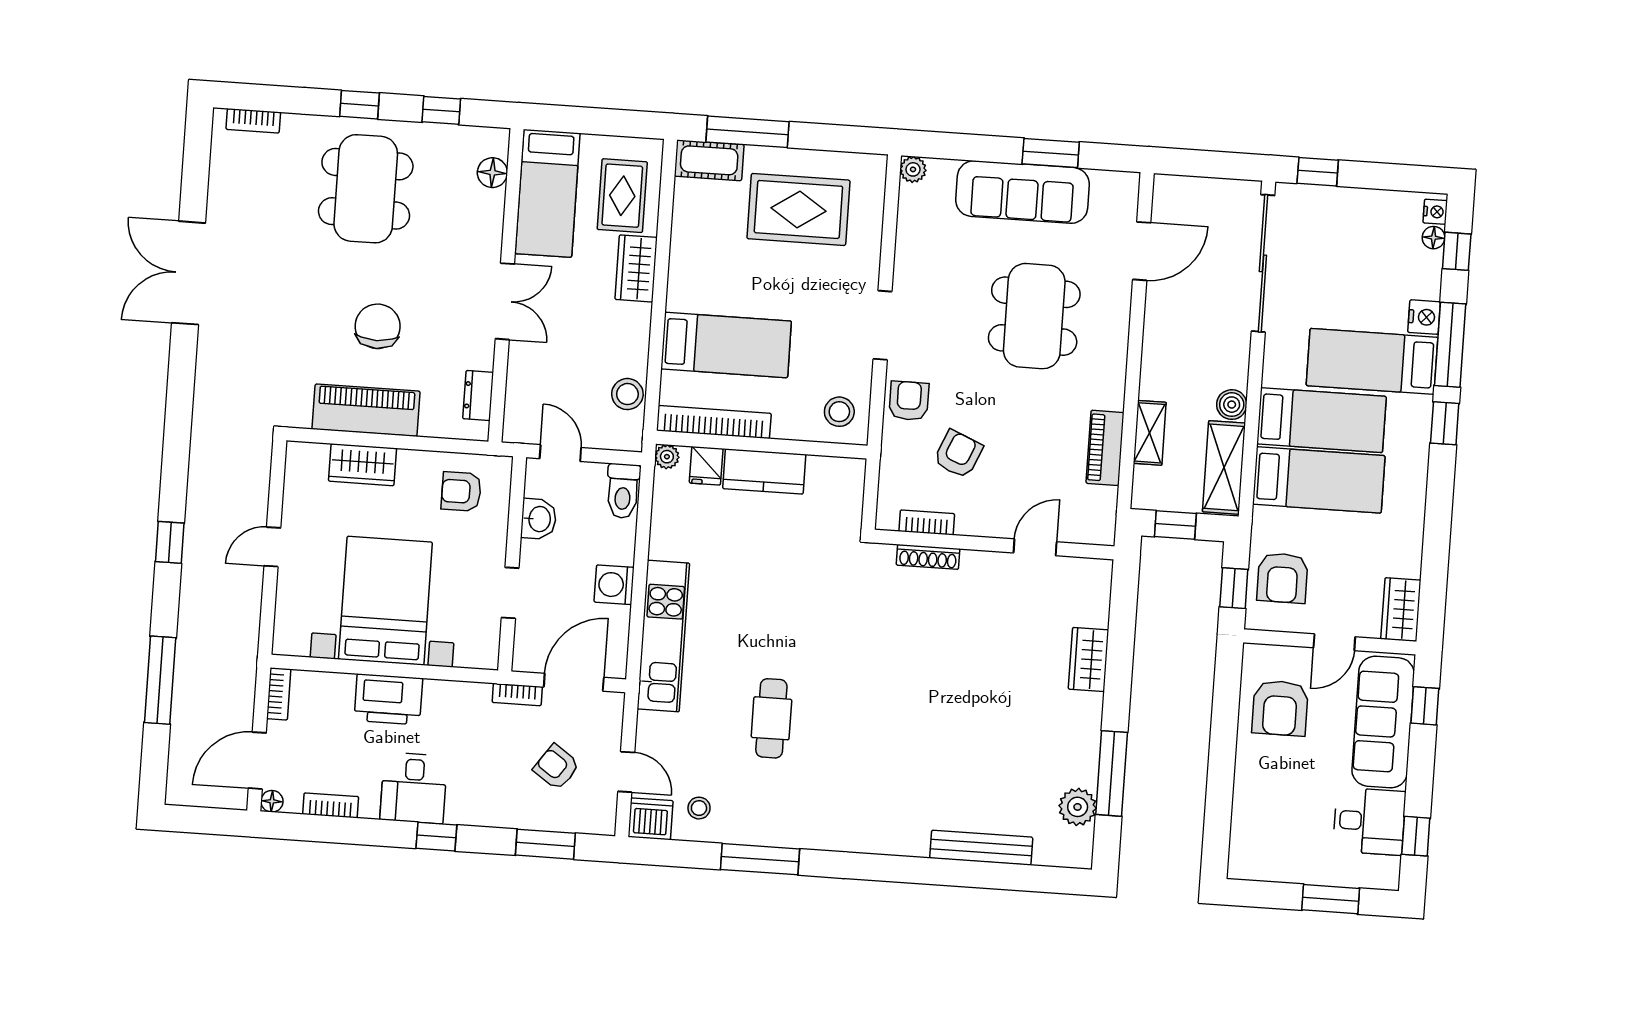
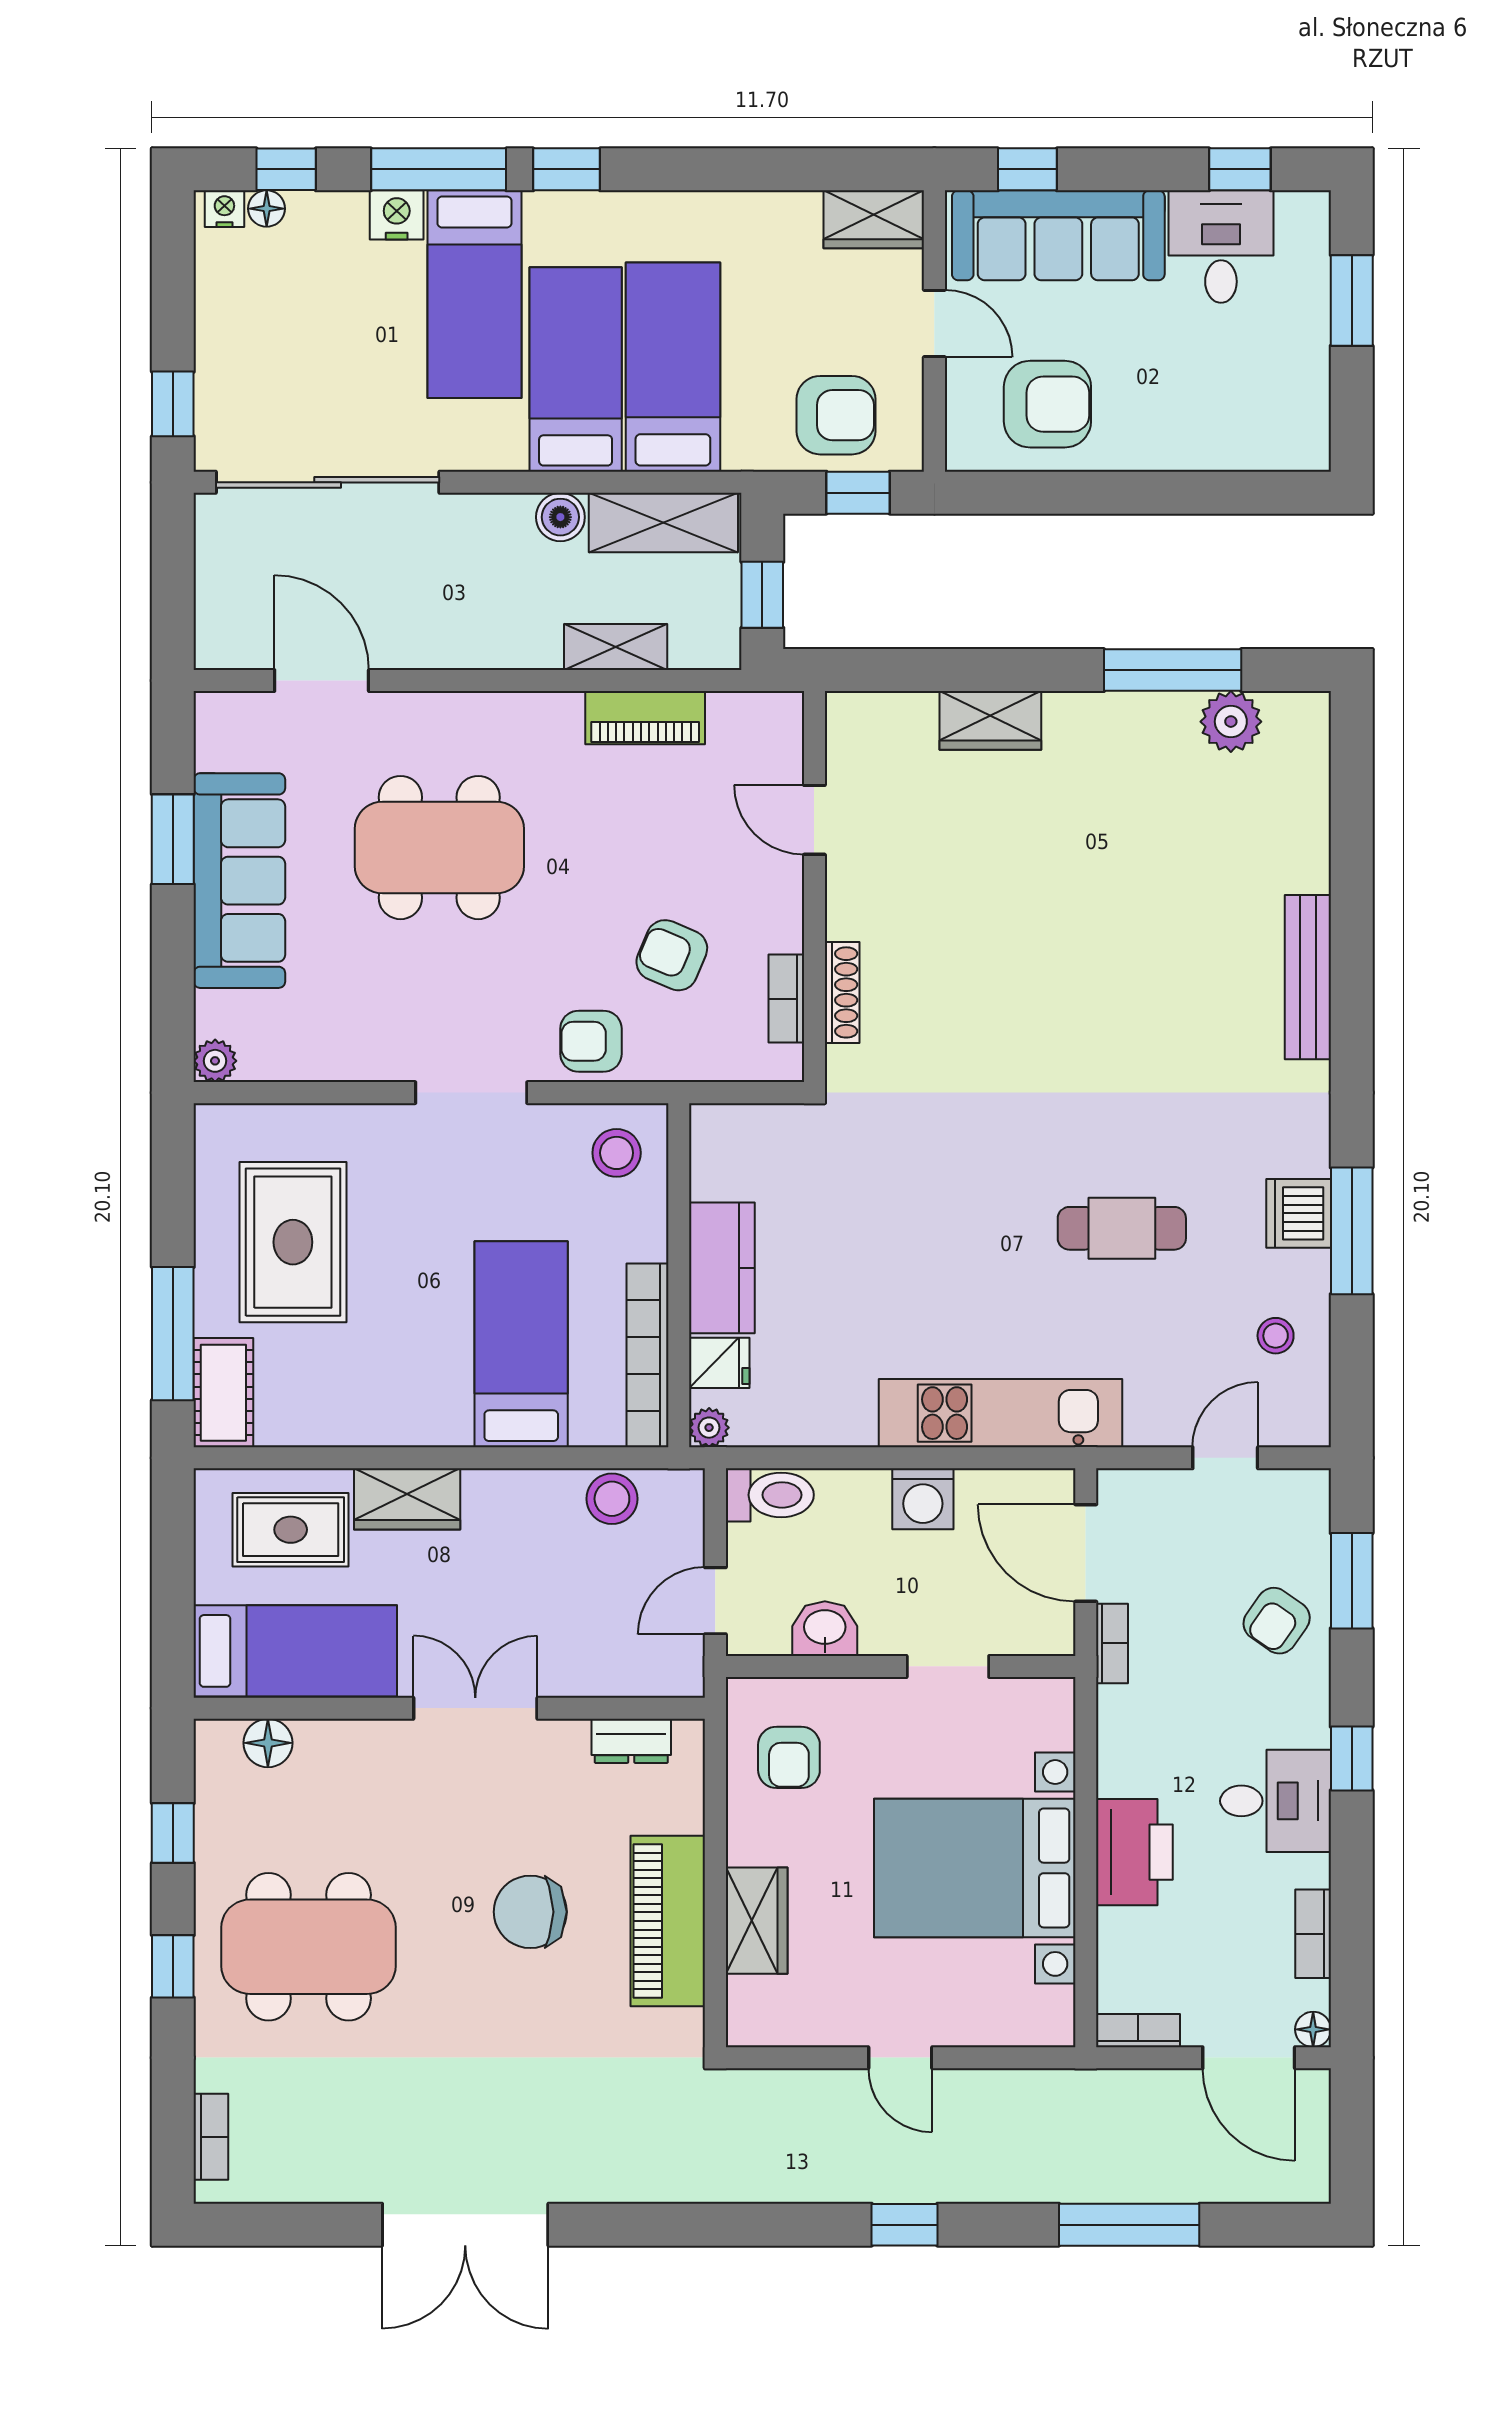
armchair: (556, 767) -> (1277, 1621), moved
dishwasher: (651, 819) -> (1299, 1213), moved
bench: (981, 848) -> (1308, 977), moved

